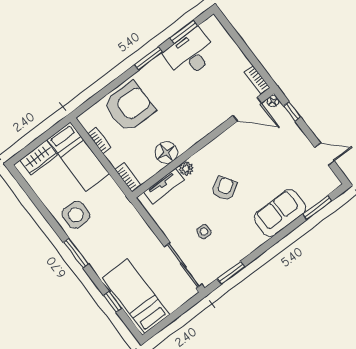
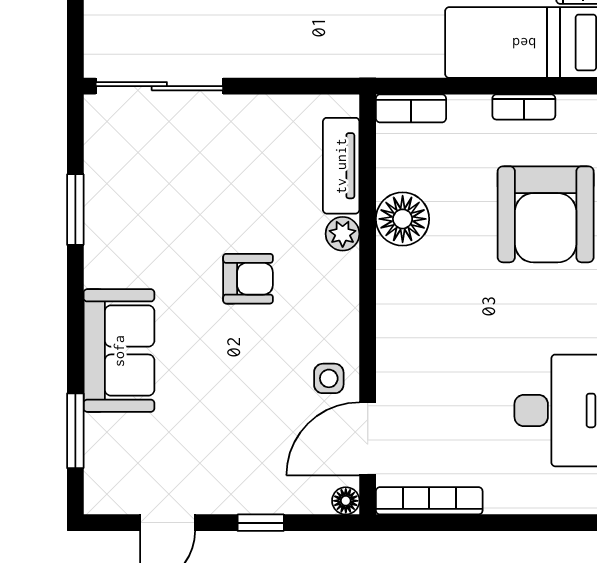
bookcase: (257, 80) -> (429, 501), width x1.56
window: (292, 112) -> (261, 523), moved
armchair: (224, 188) -> (248, 279), turned -59
side table: (204, 232) -> (329, 378), moved
window: (231, 273) -> (75, 210), moved

